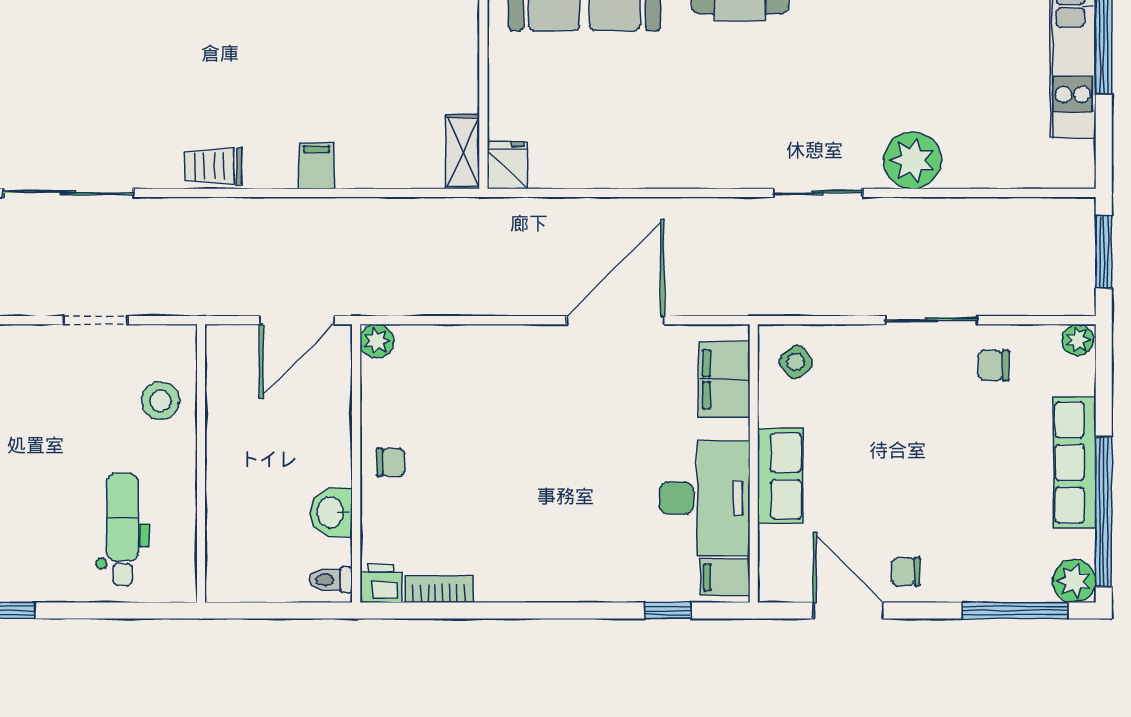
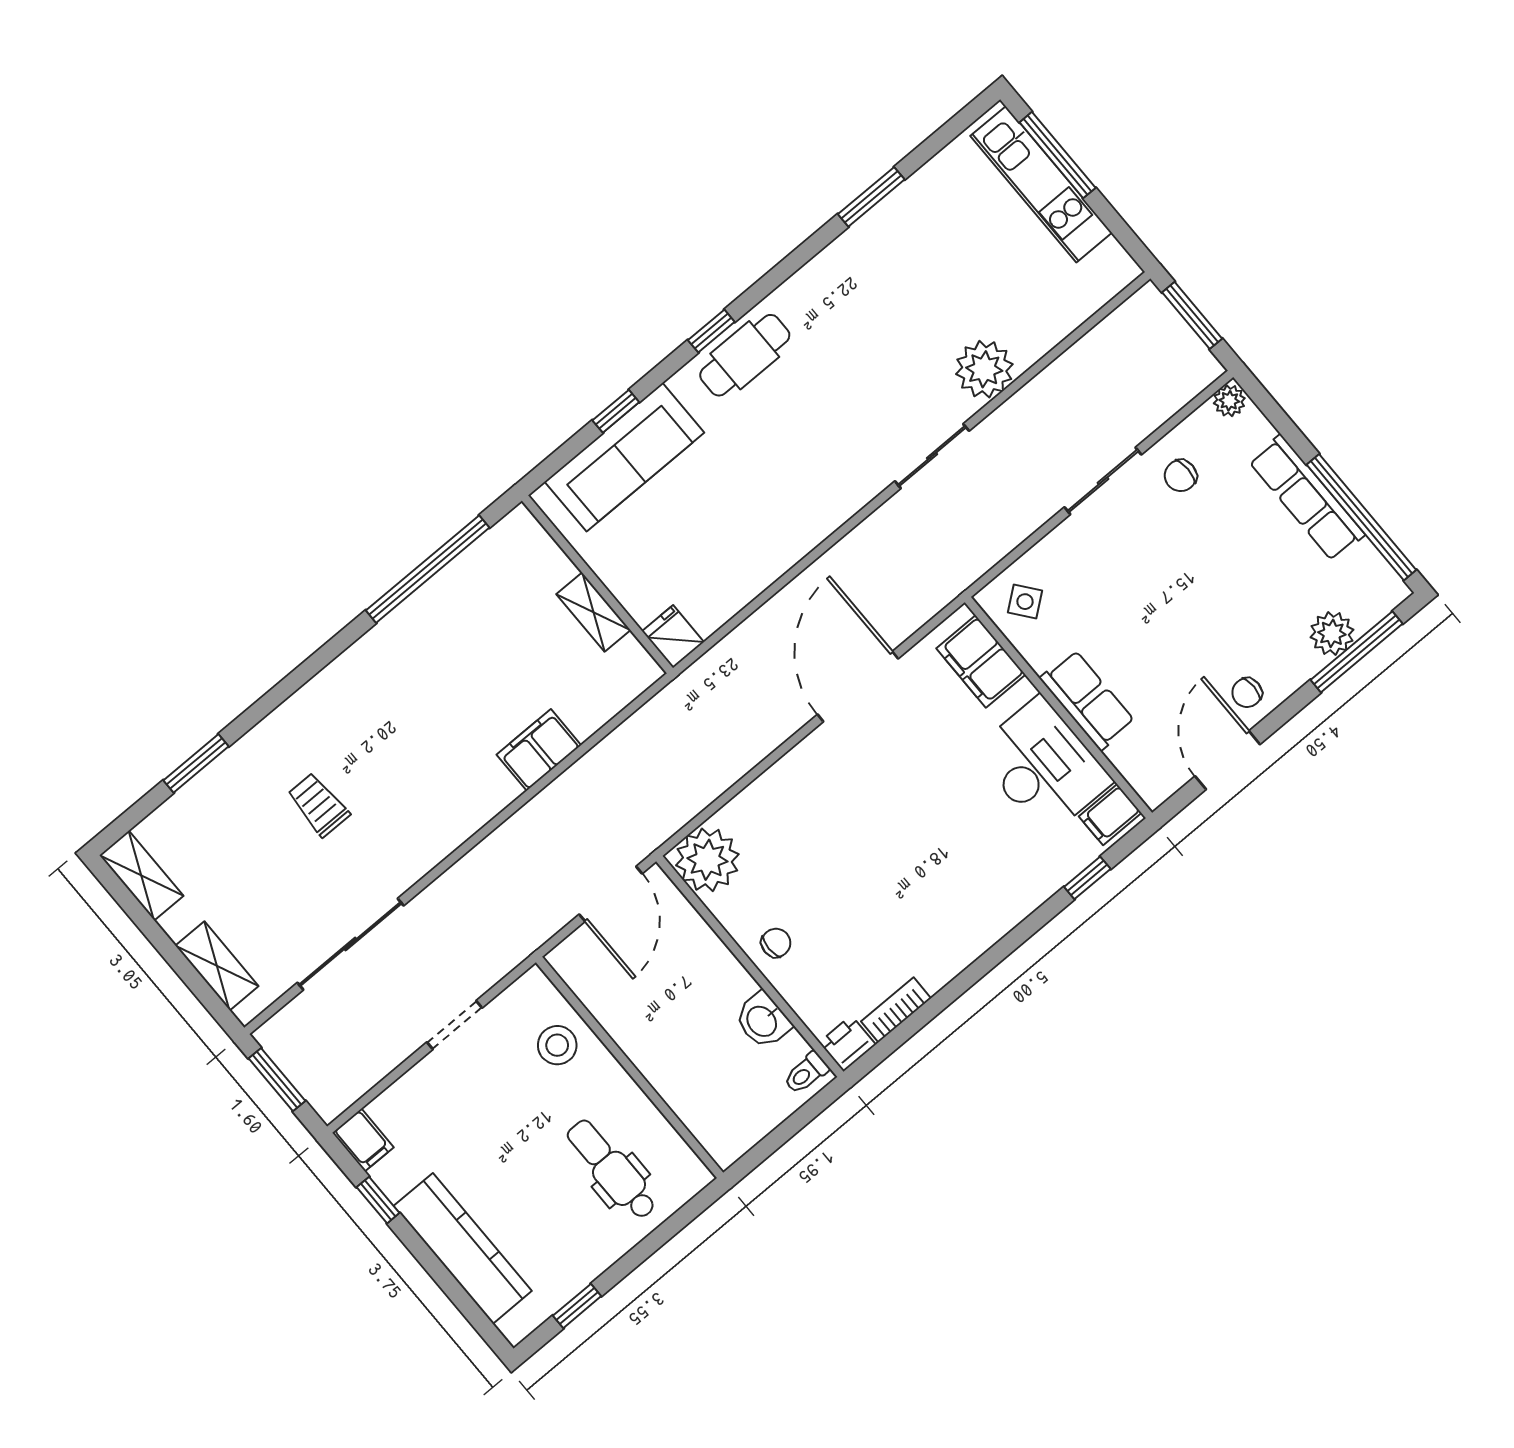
shelving: (463, 152) -> (593, 612), moved
trolley: (213, 166) -> (318, 805), moved, turned 90
filing cabinet: (316, 166) -> (539, 750), width x2.00
plant: (377, 341) -> (707, 860), width x1.88, depth x1.88
plant: (1074, 581) -> (1332, 633), moved
door: (848, 611) -> (1227, 760), hinge flipped

